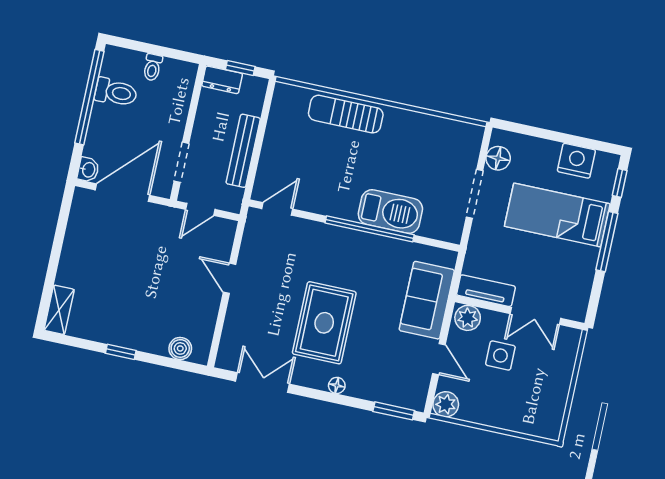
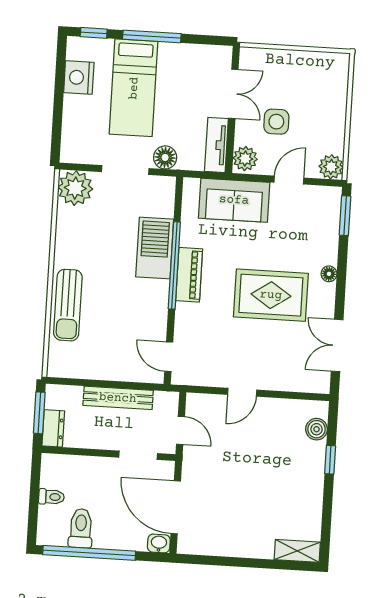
window: (240, 68) -> (39, 413), width x1.50
plant: (464, 140) -> (75, 188), added
floor lamp: (498, 158) -> (165, 157), moved
piano: (358, 243) -> (189, 275), added
window: (121, 352) -> (330, 460), moved

